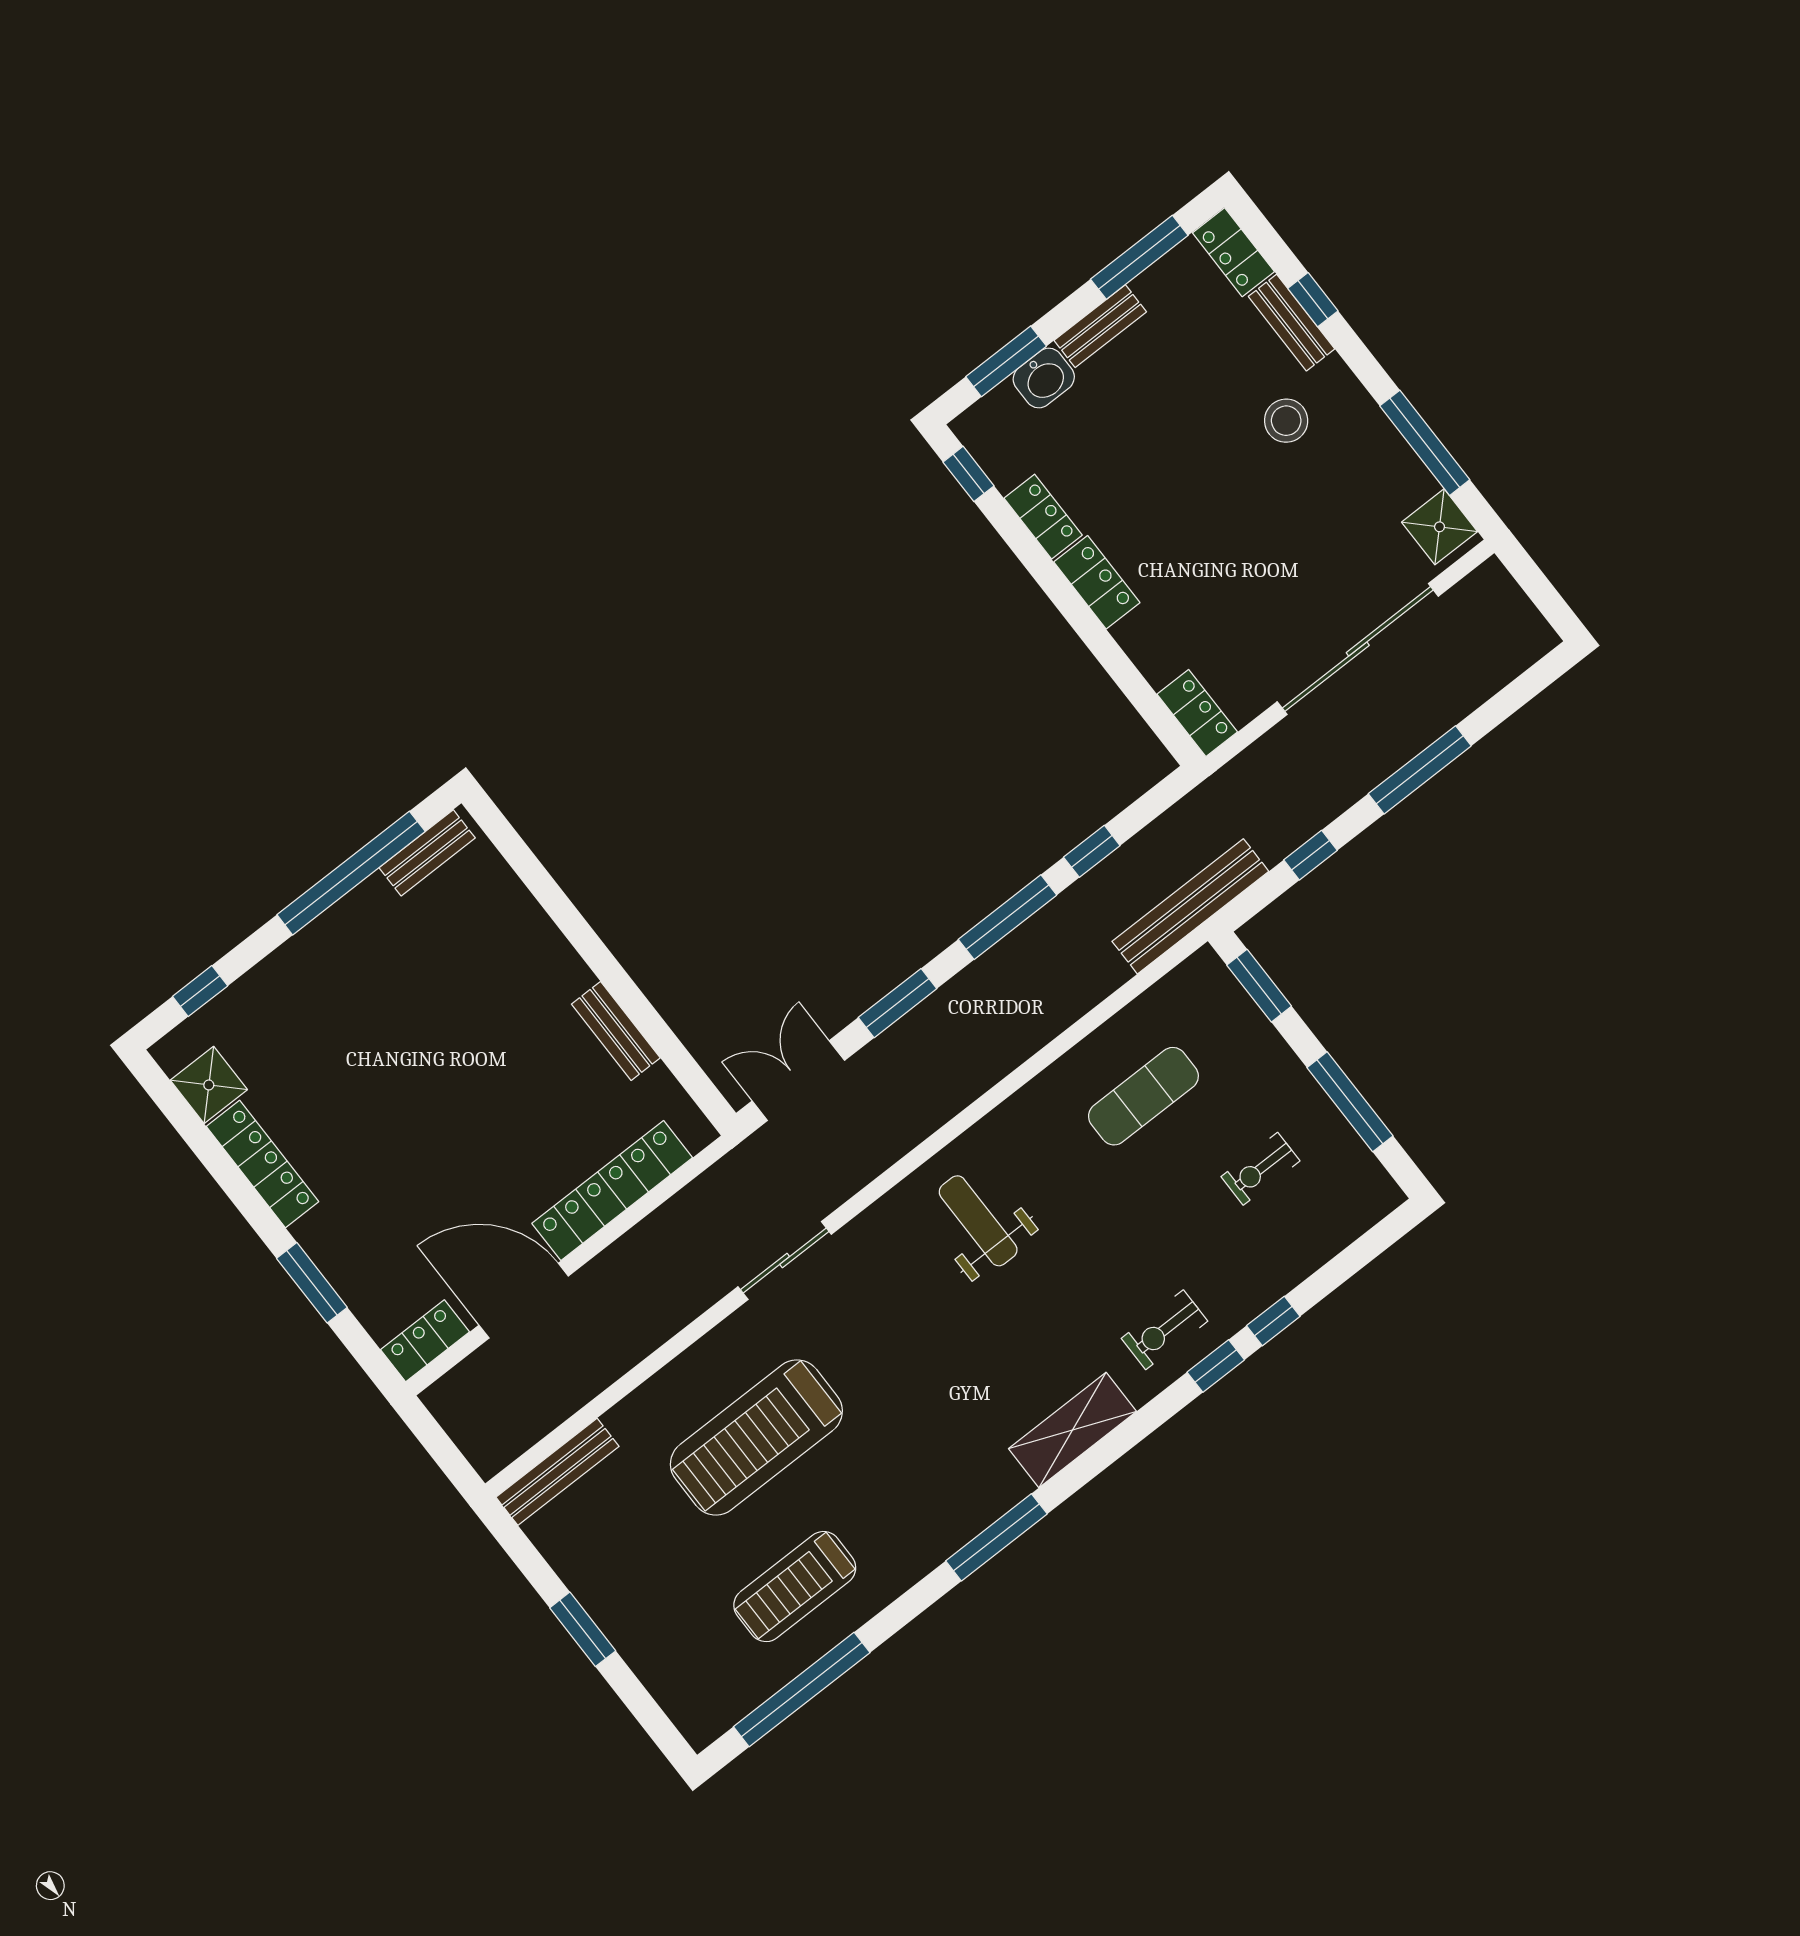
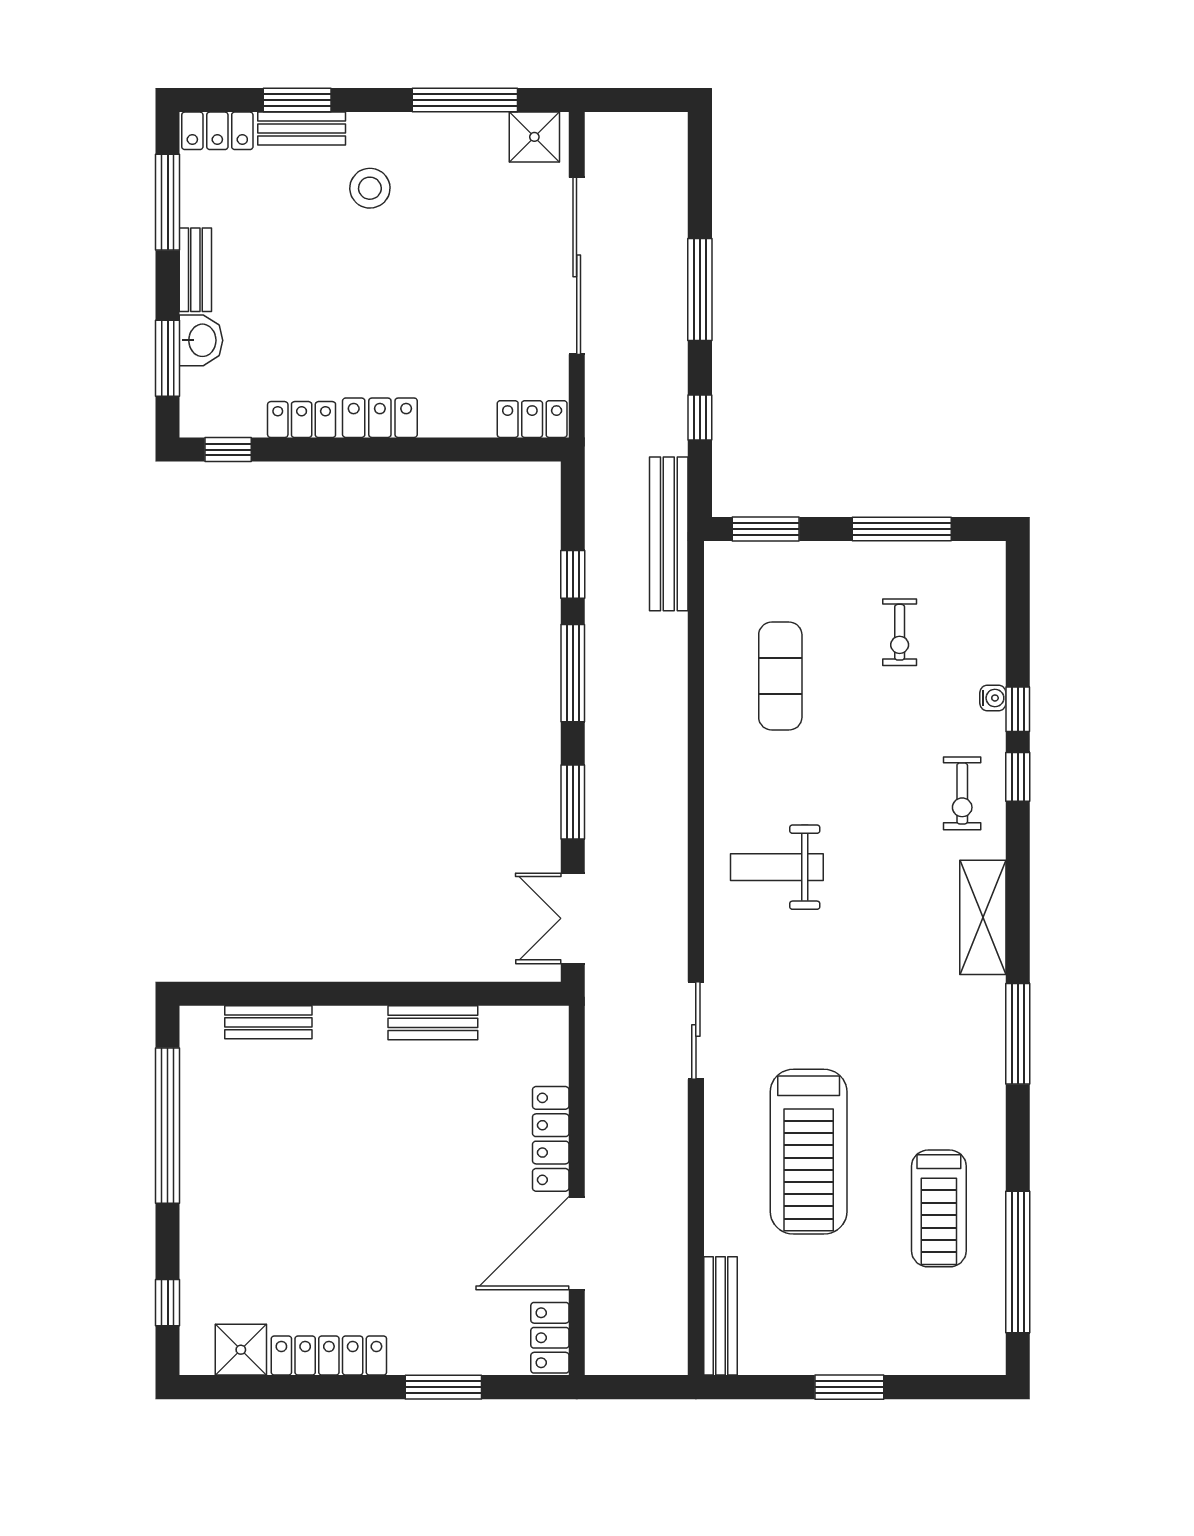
window: (1313, 300) -> (297, 100), width x1.50
bench: (427, 853) -> (268, 1022), moved, turned 90
locker: (612, 1191) -> (551, 1139), width x0.71, depth x0.83
water cooler: (1266, 1292) -> (993, 698), added

